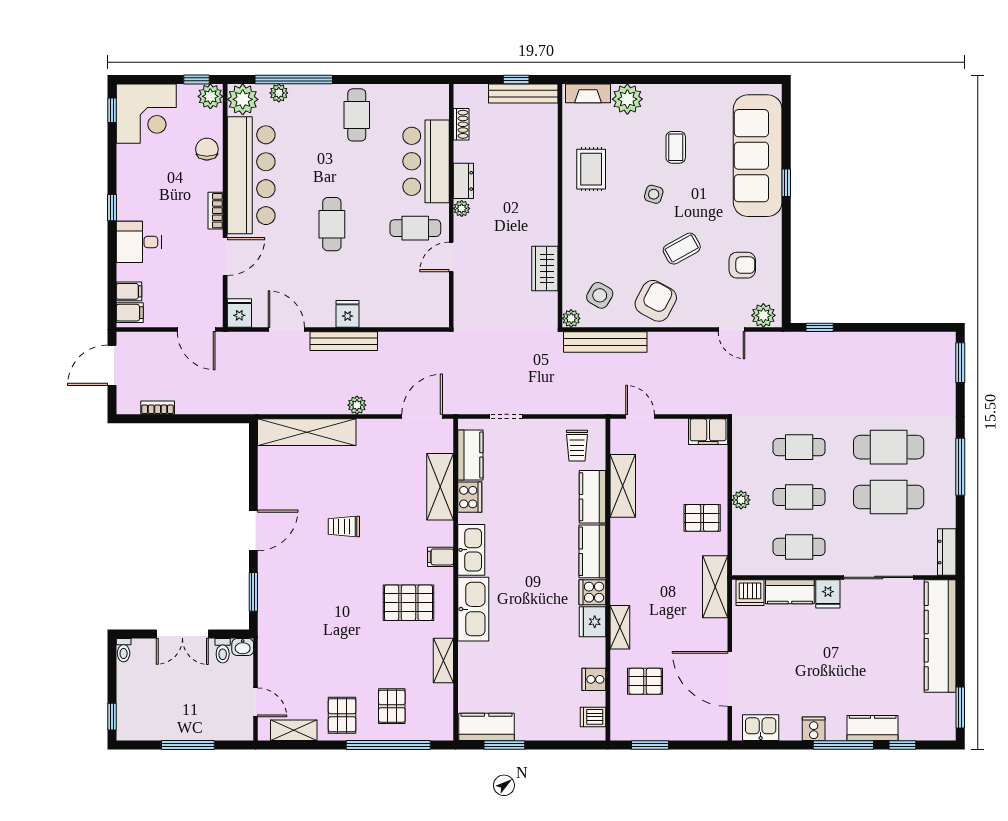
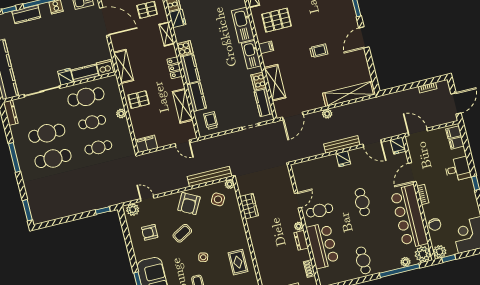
cafe table: (799, 547) -> (86, 97), width x1.37, depth x1.35
locker: (620, 561) -> (175, 68), added
fridge: (593, 622) -> (177, 19), moved

